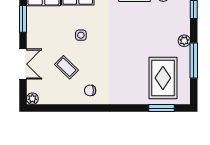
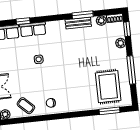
plant: (184, 41) -> (121, 43), moved
coffee table: (66, 67) -> (26, 106), moved

